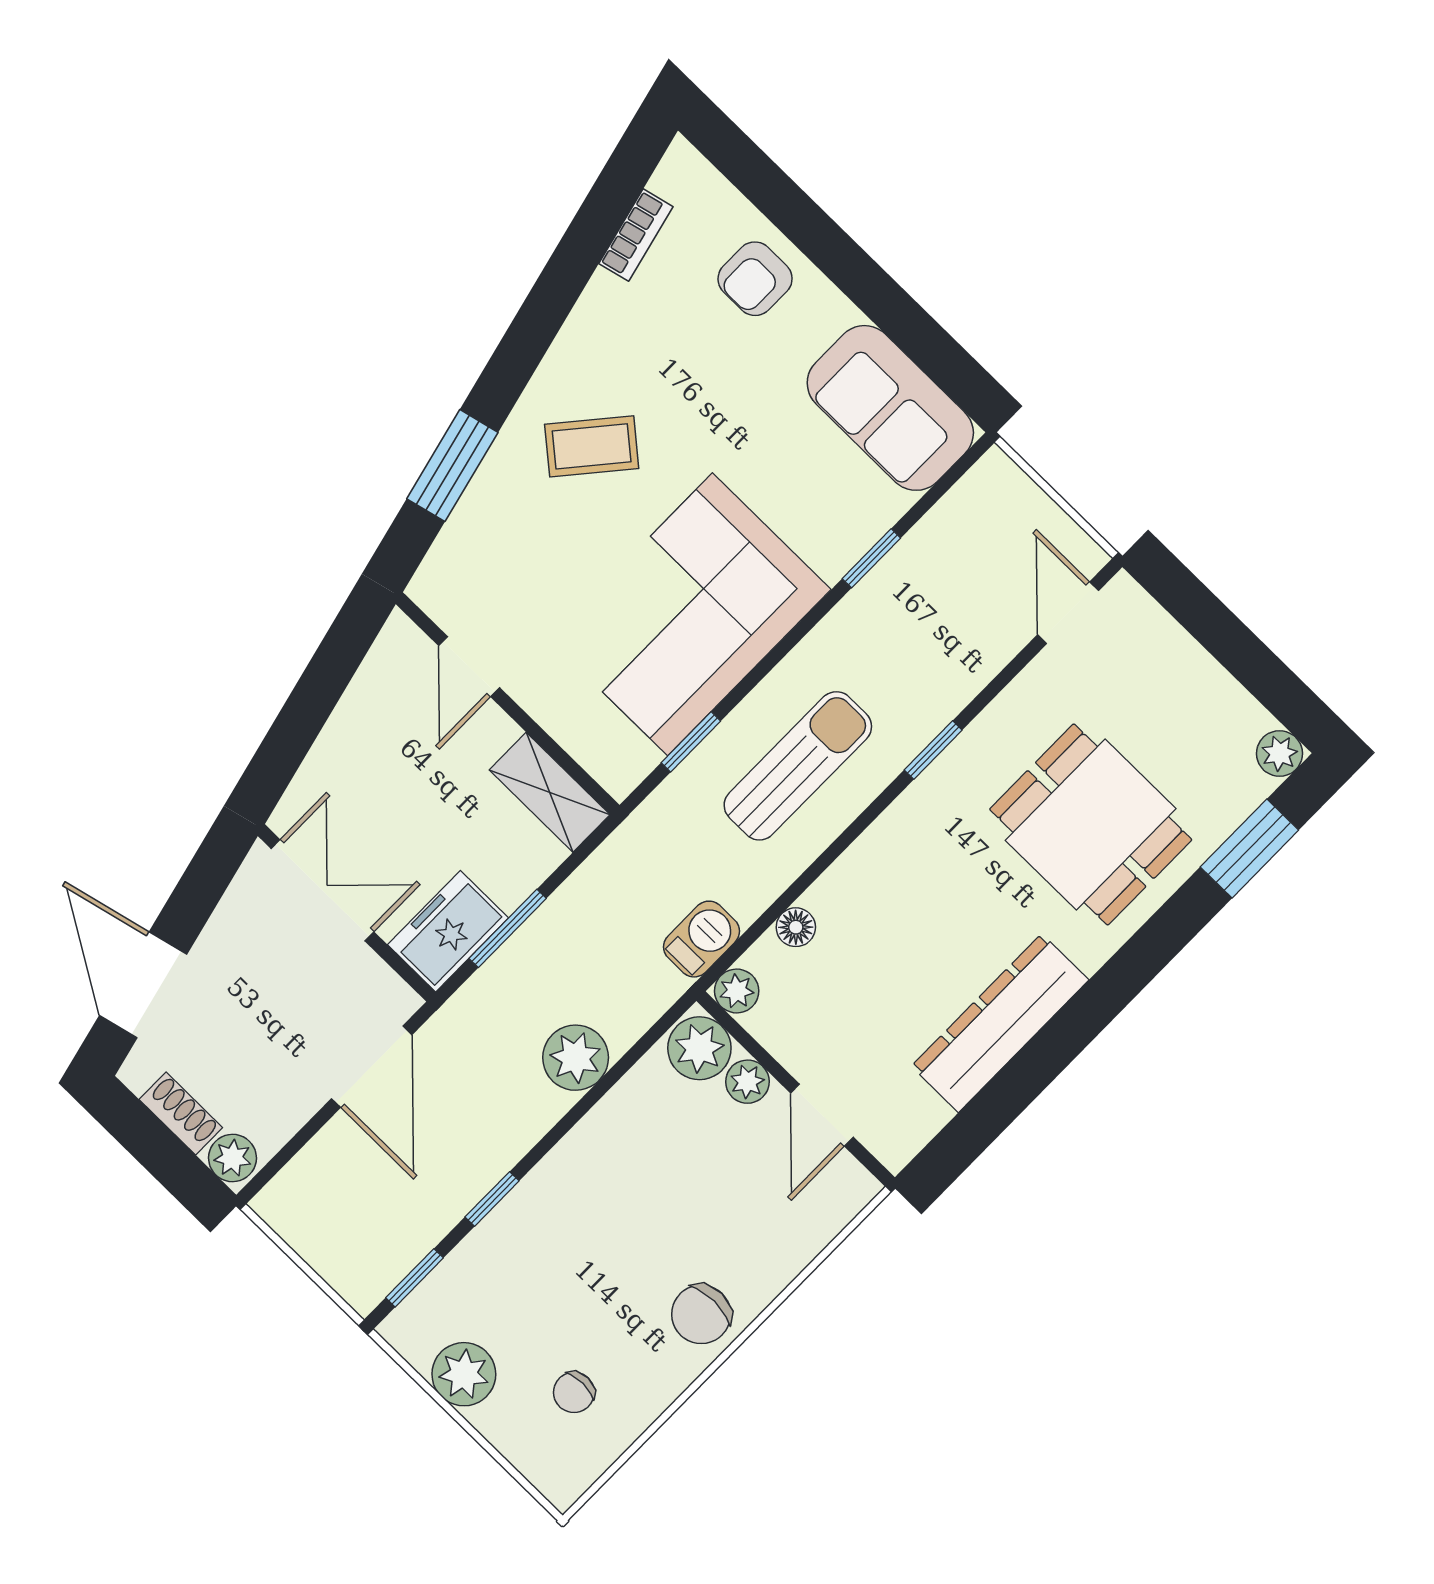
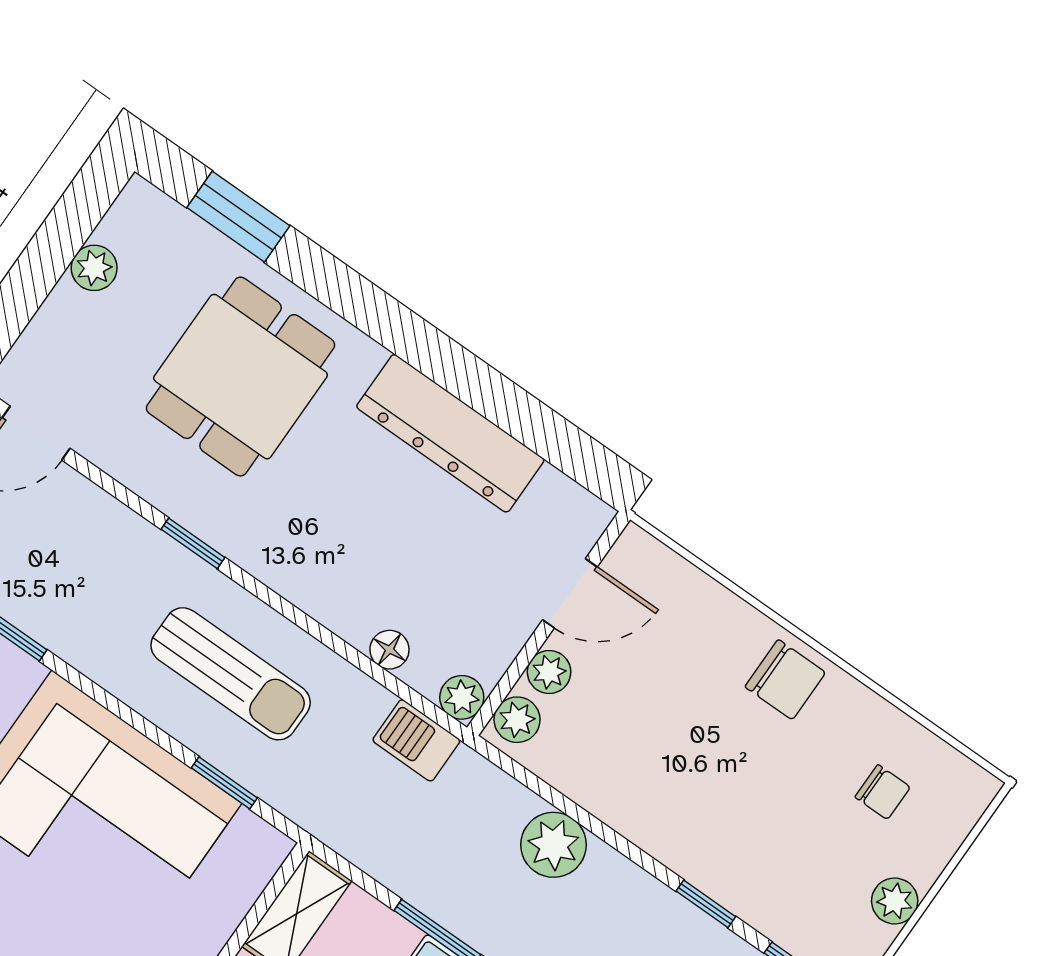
plant: (1280, 753) -> (94, 268), moved
sun lounger: (798, 766) -> (231, 674), turned 180
plant: (699, 1048) -> (517, 720), width x0.73, depth x0.73
plant: (464, 1374) -> (895, 901), width x0.73, depth x0.73

